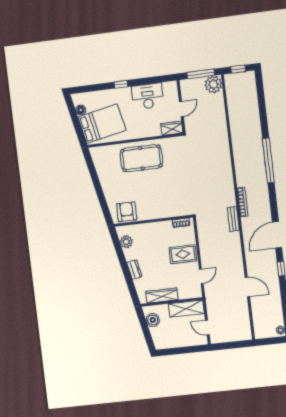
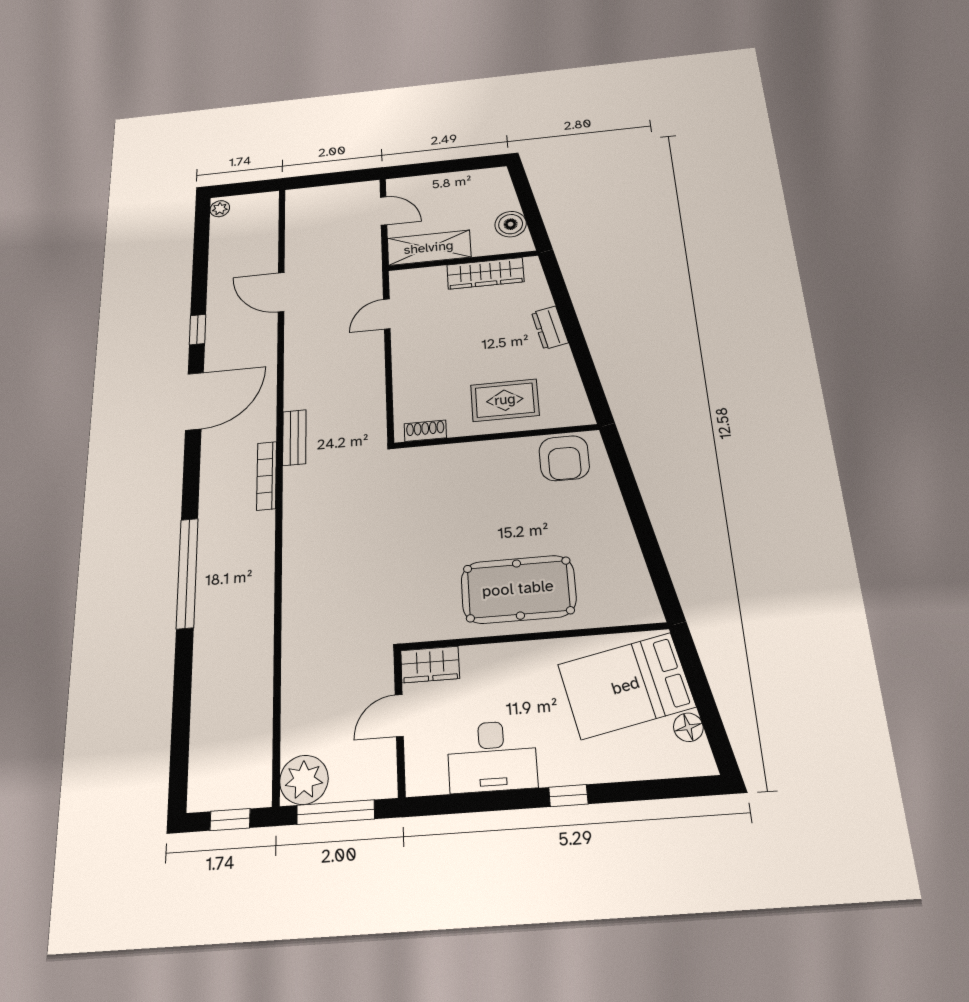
plant: (126, 242) -> (568, 389), removed
rug: (183, 254) -> (505, 400), moved

